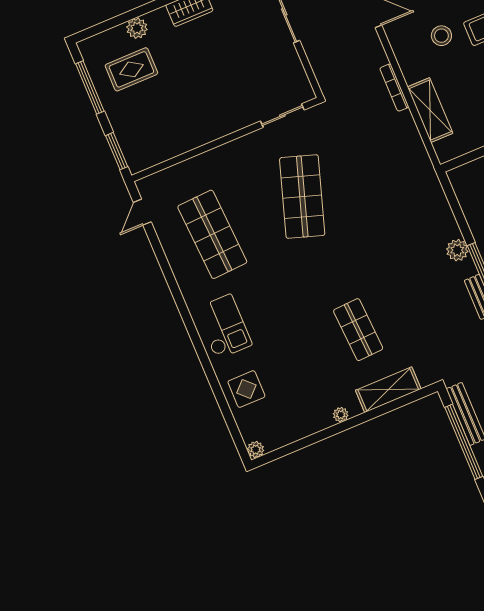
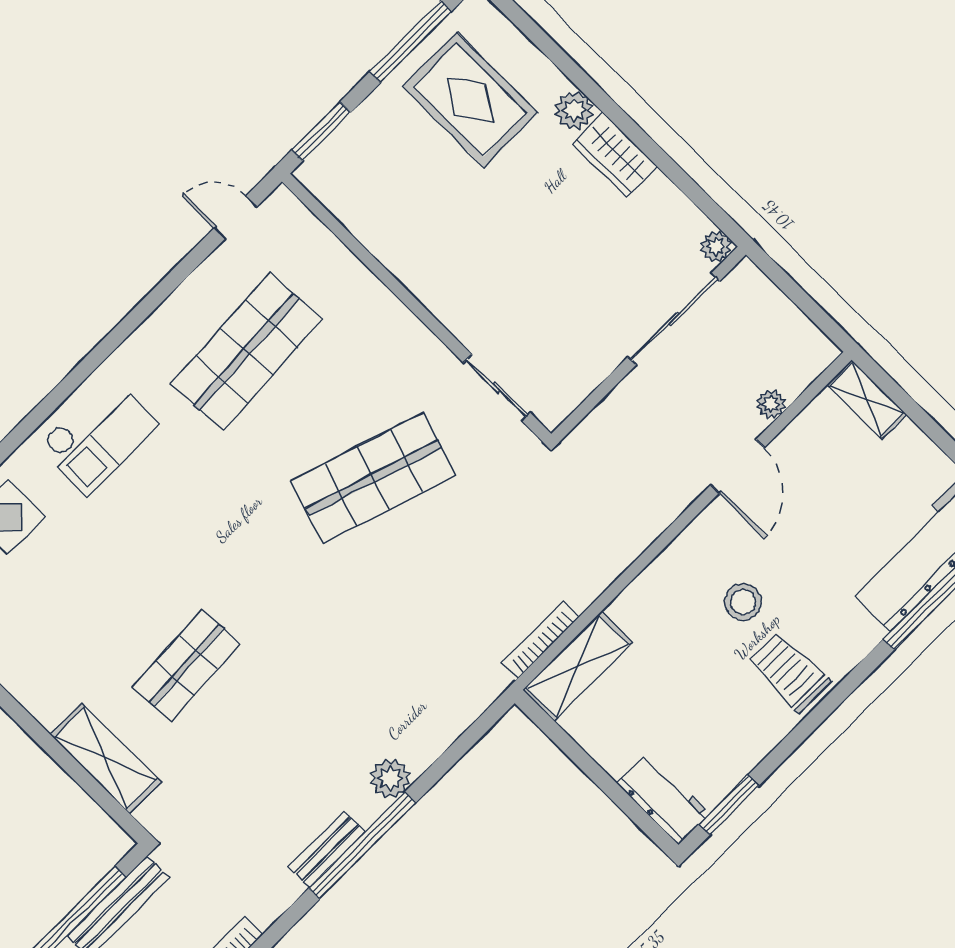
plant: (137, 28) -> (574, 110), moved
rug: (131, 69) -> (470, 100), width x1.36, depth x1.43
bookcase: (394, 88) -> (541, 640), moved
shelving: (430, 110) -> (578, 666), moved
plant: (341, 415) -> (30, 695), removed

